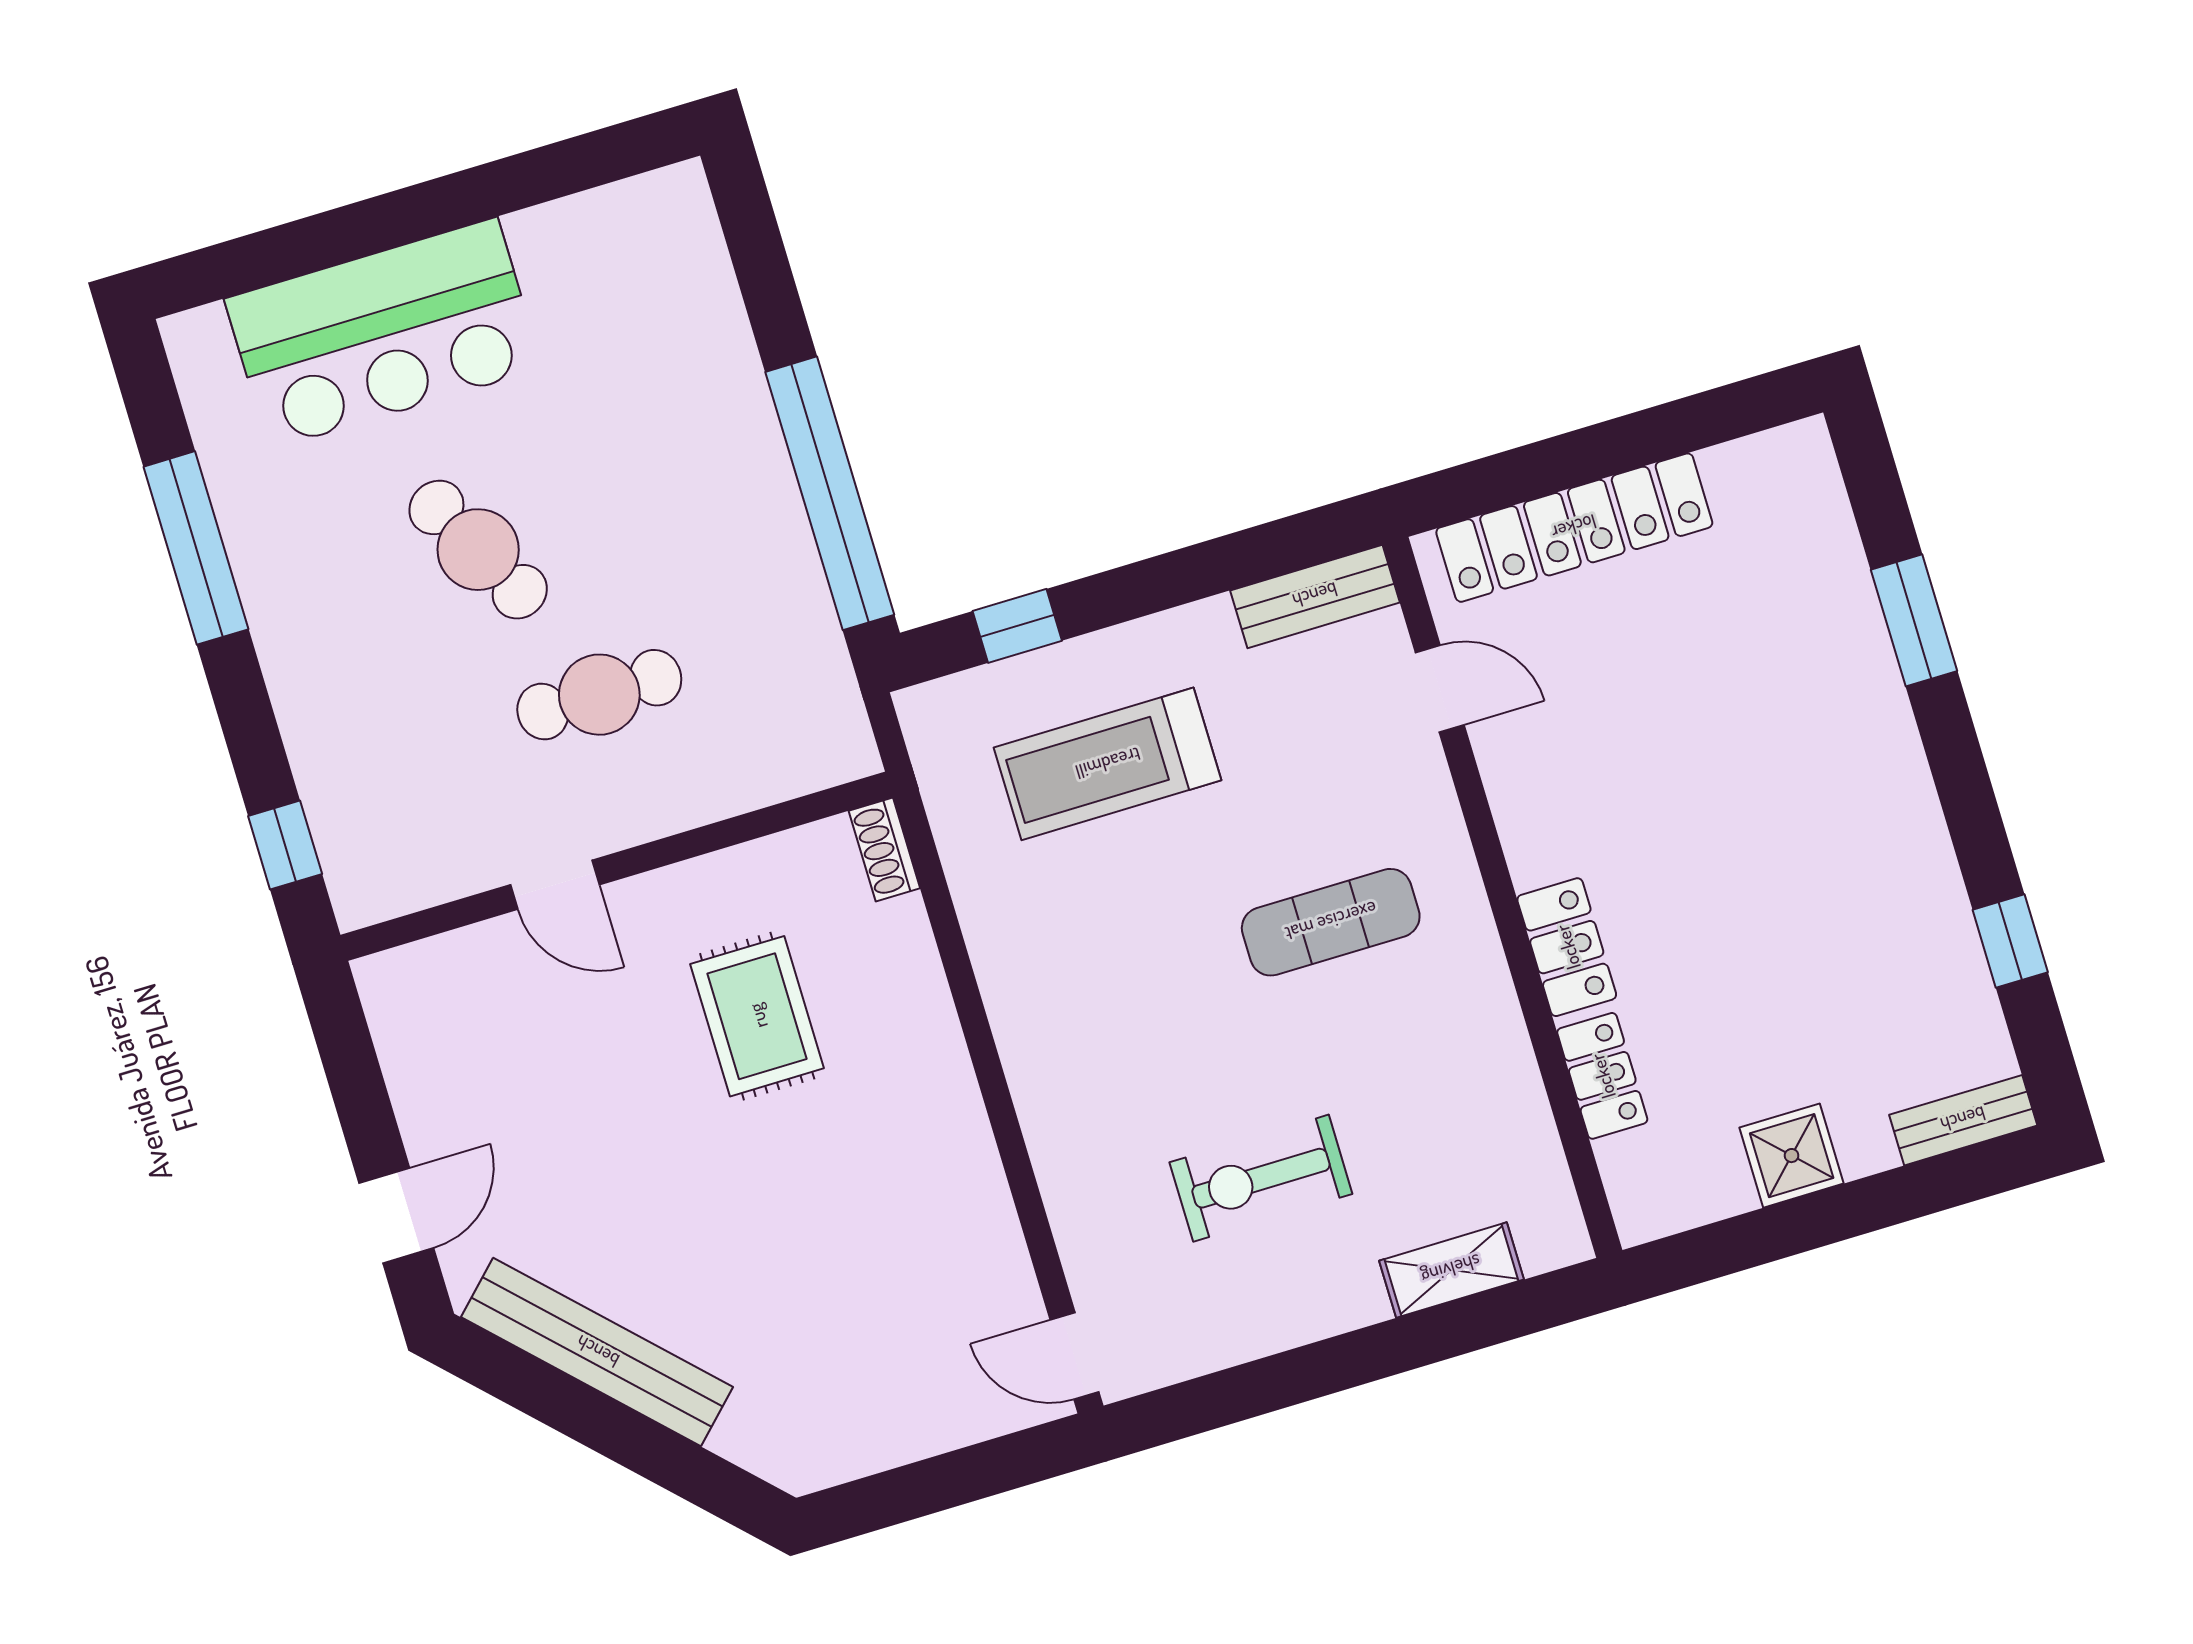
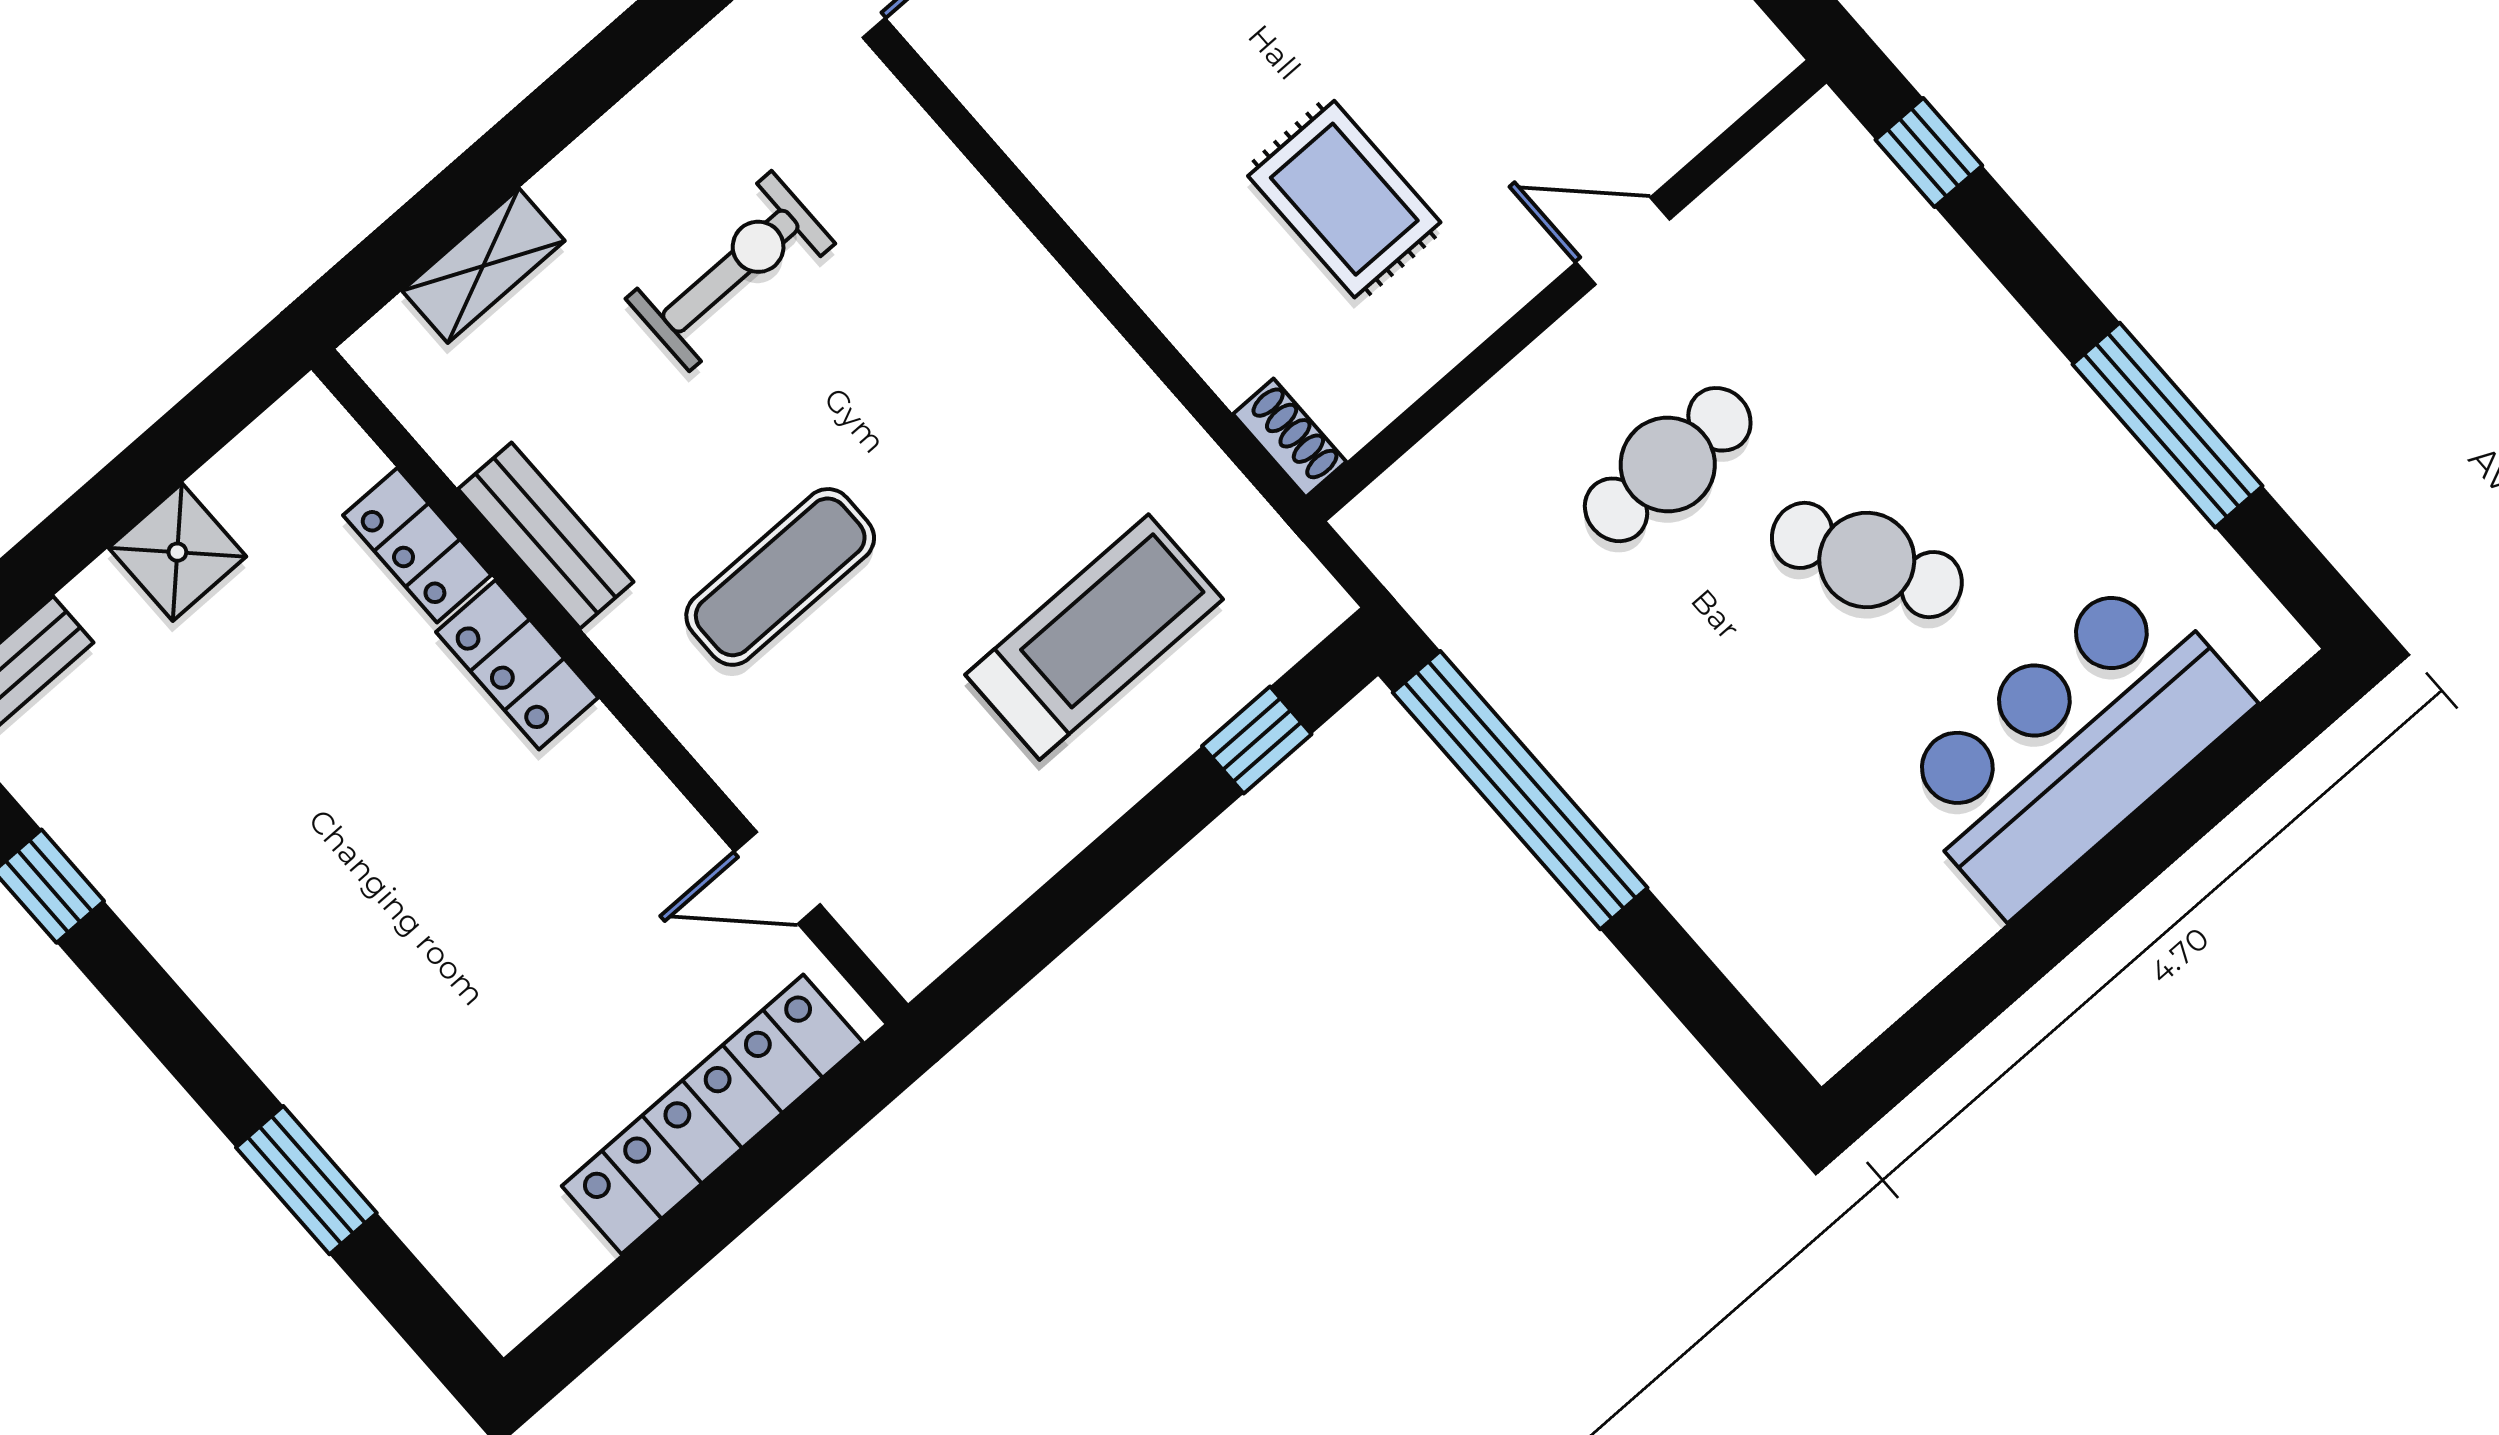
bench: (1315, 596) -> (546, 535), moved, turned 90

